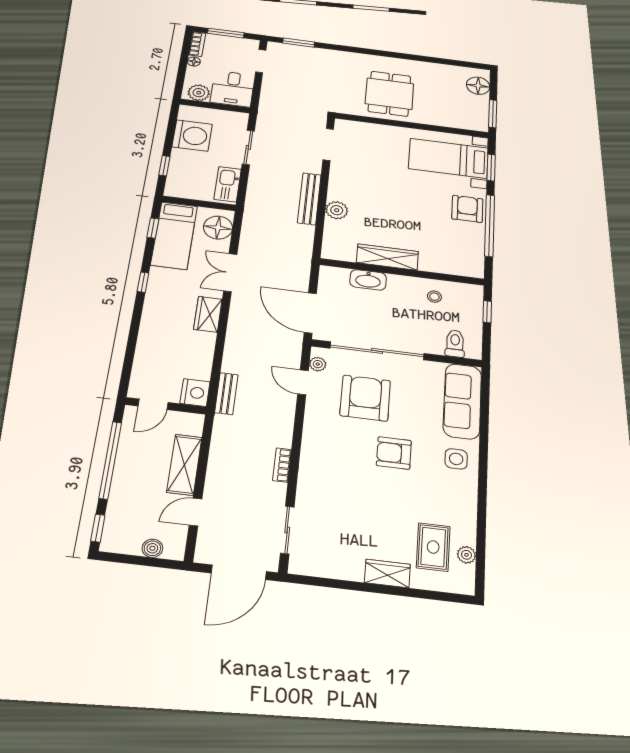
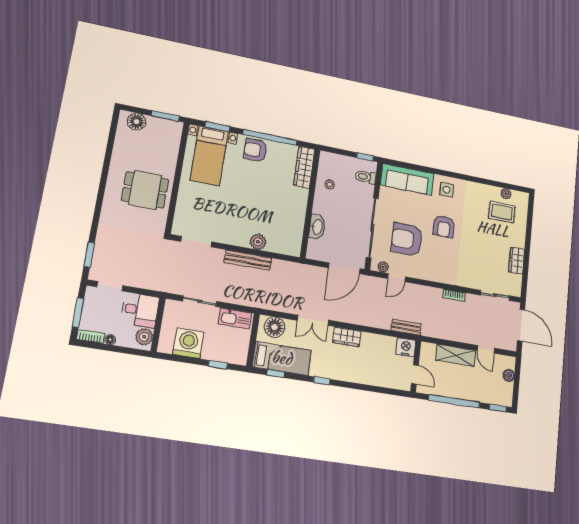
wardrobe: (387, 257) -> (304, 167), moved
window: (487, 312) -> (365, 157), moved
wardrobe: (387, 573) -> (517, 261), moved

